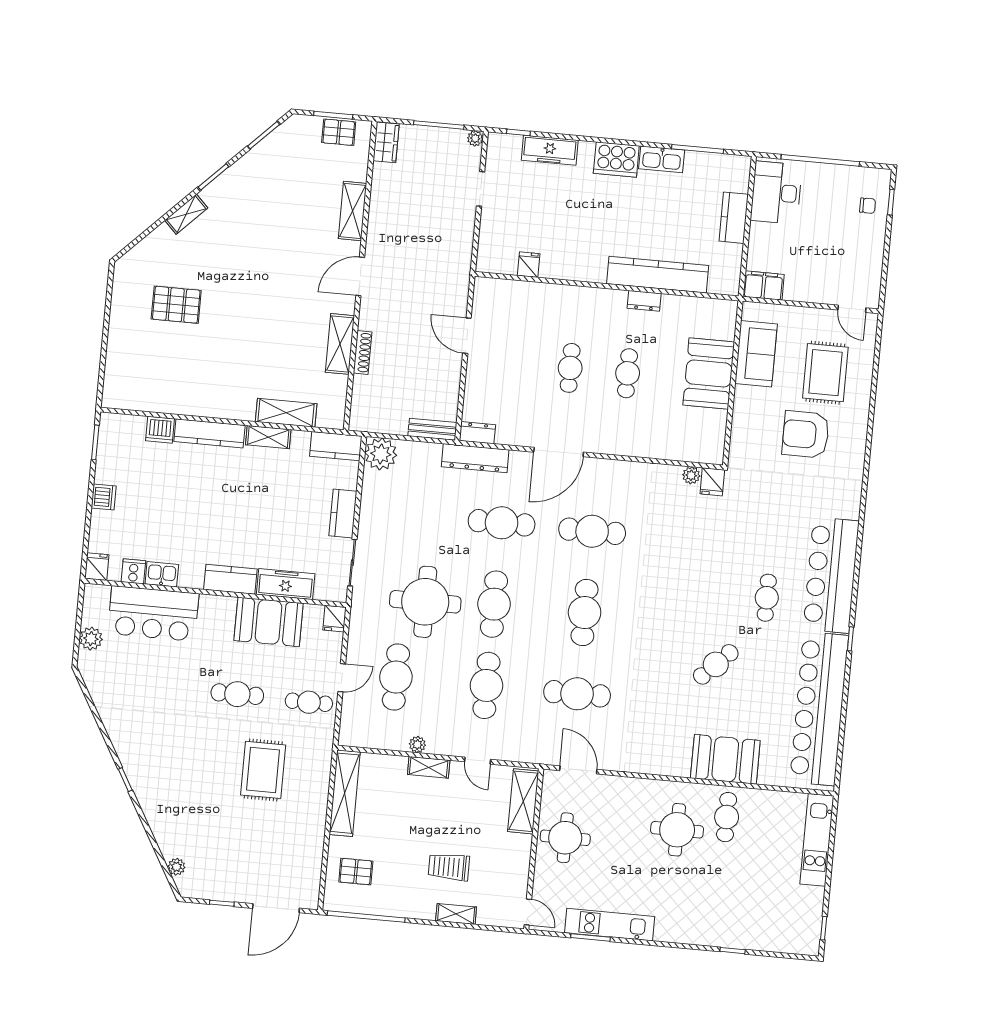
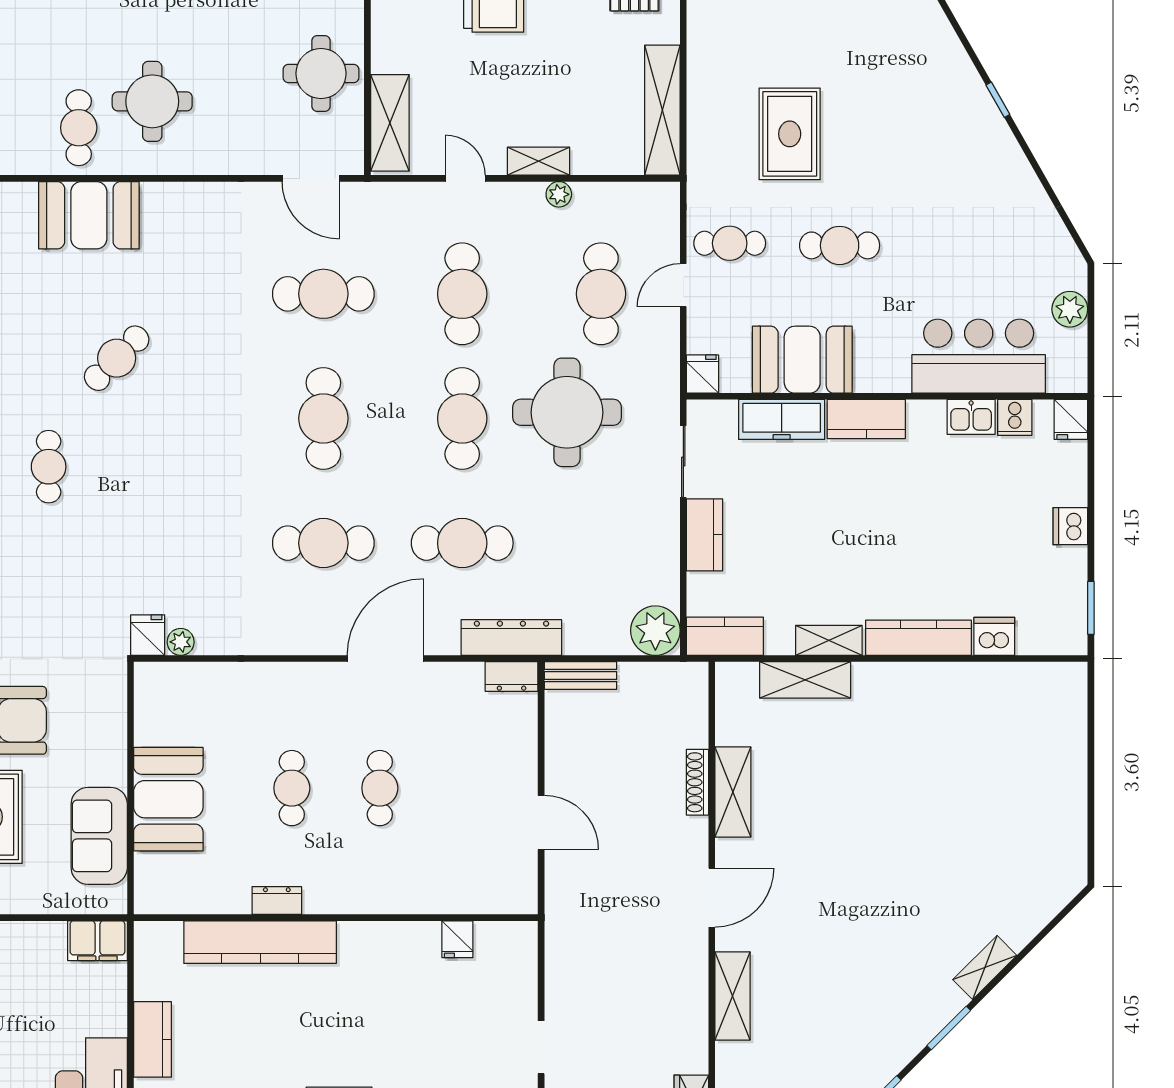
pallet: (176, 305) -> (987, 829), removed

